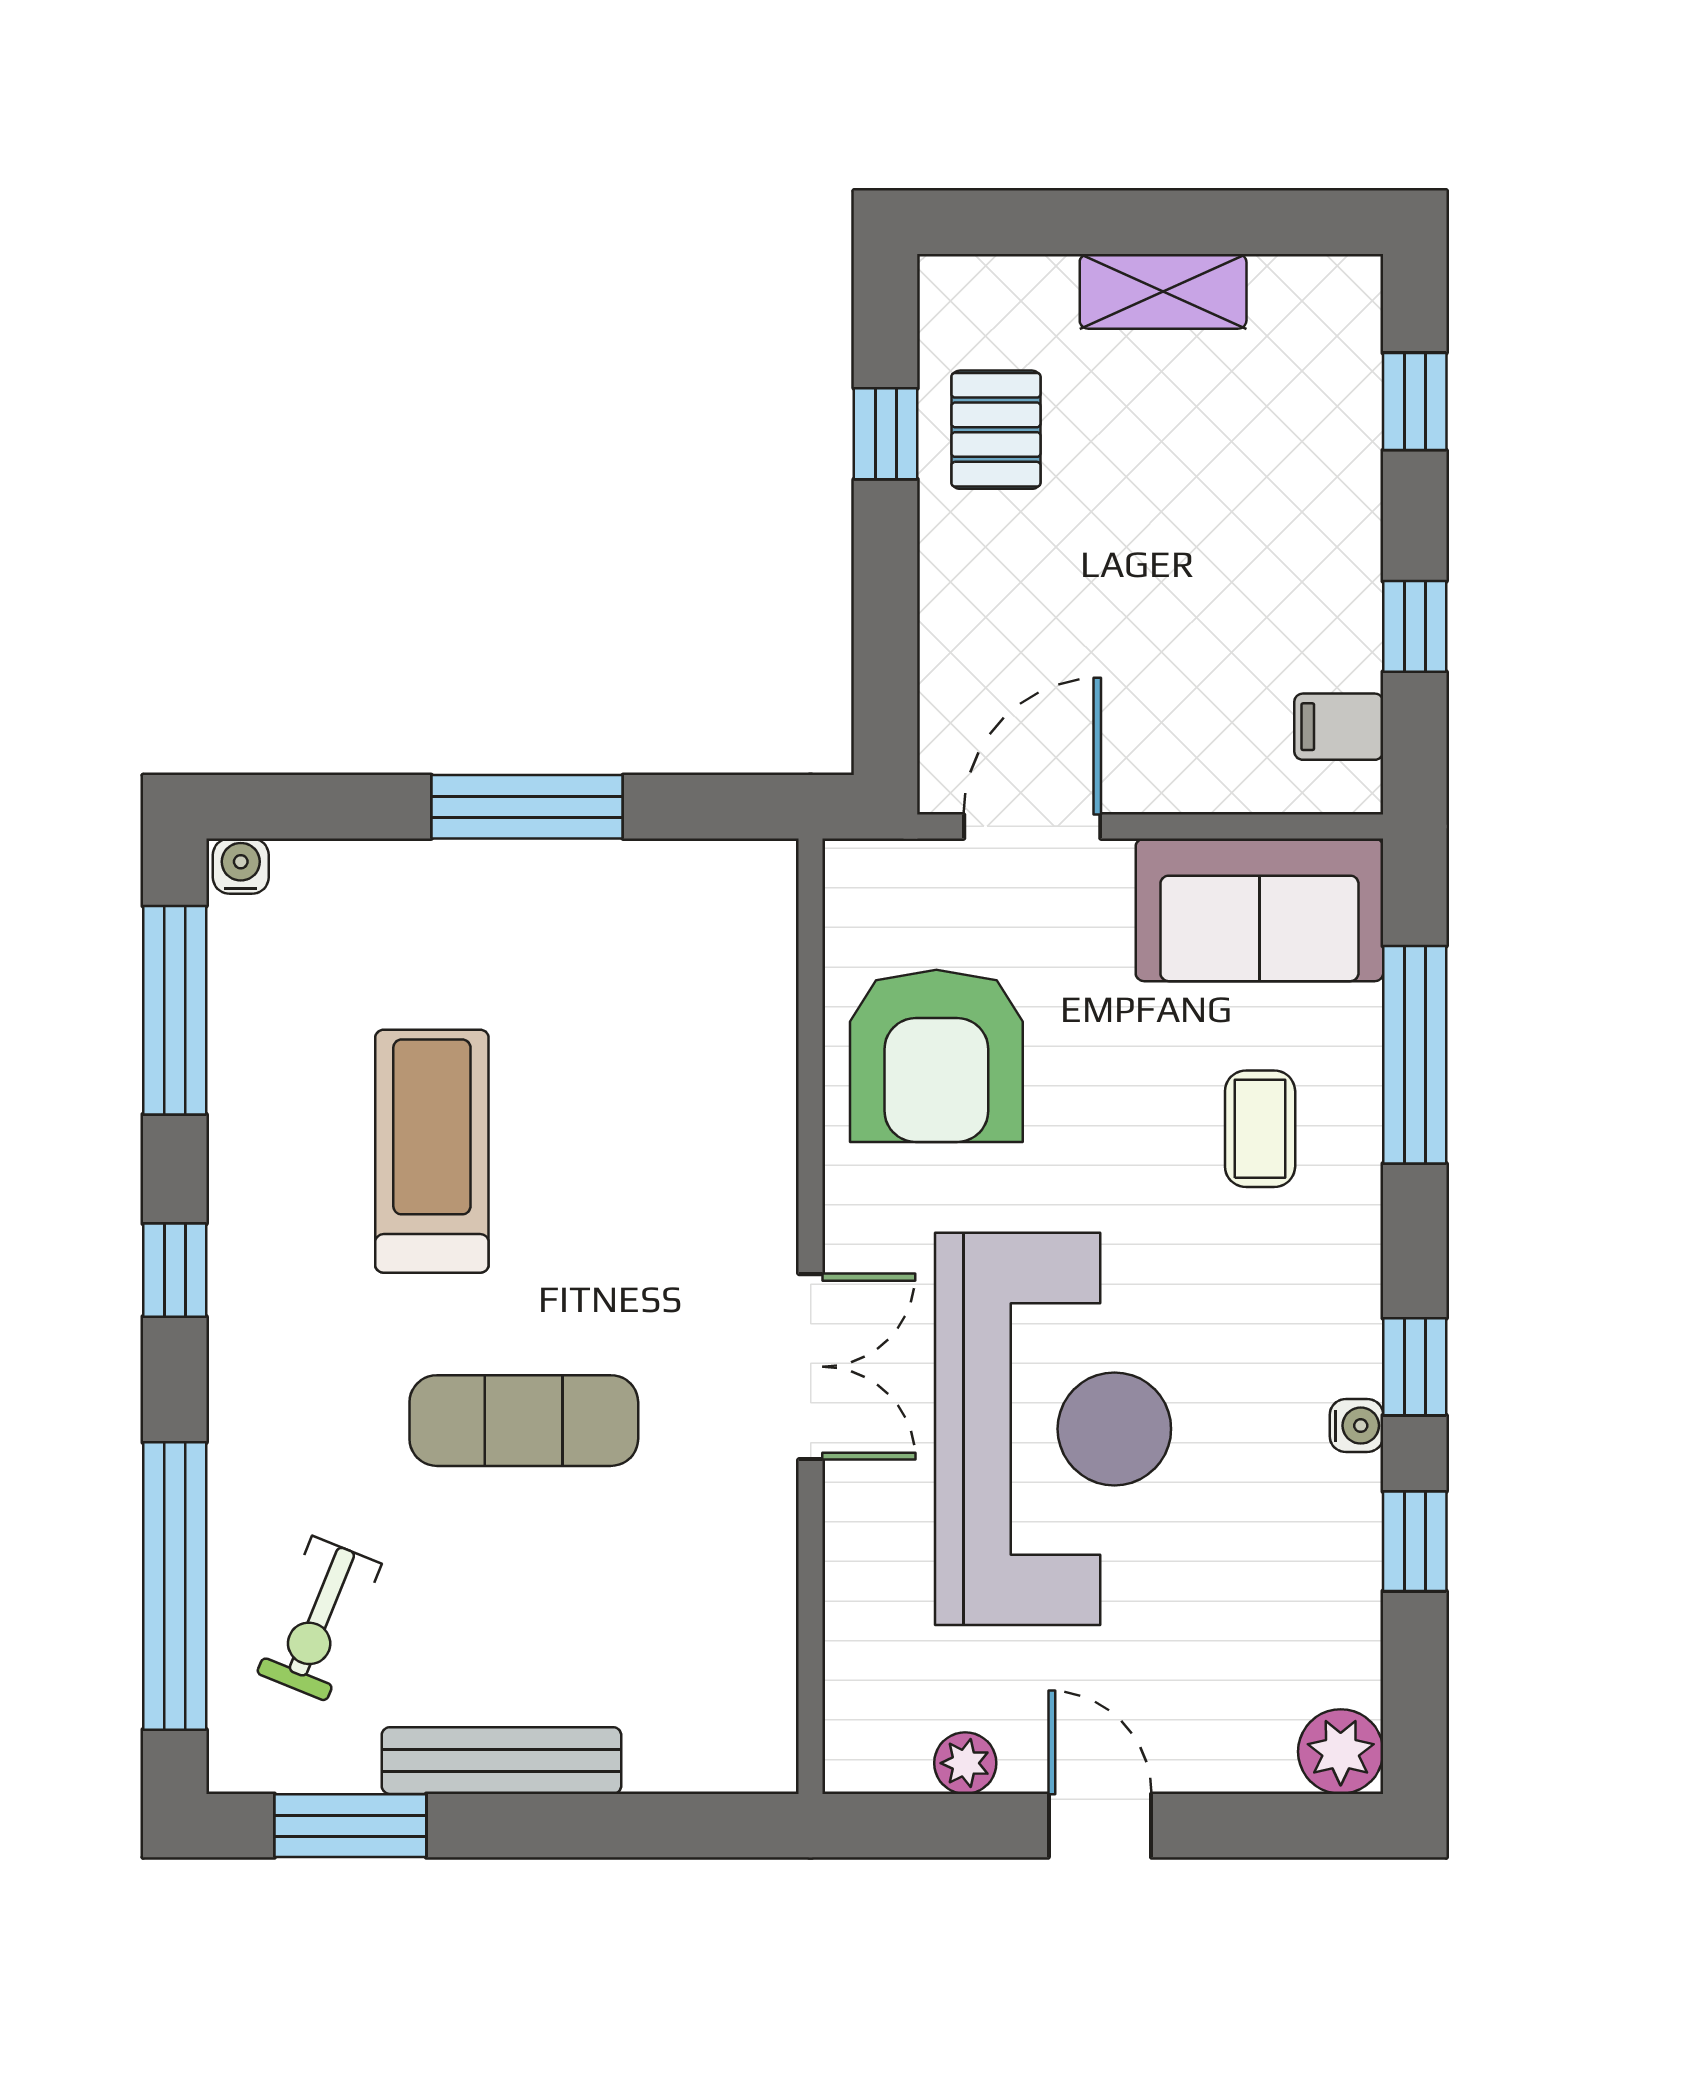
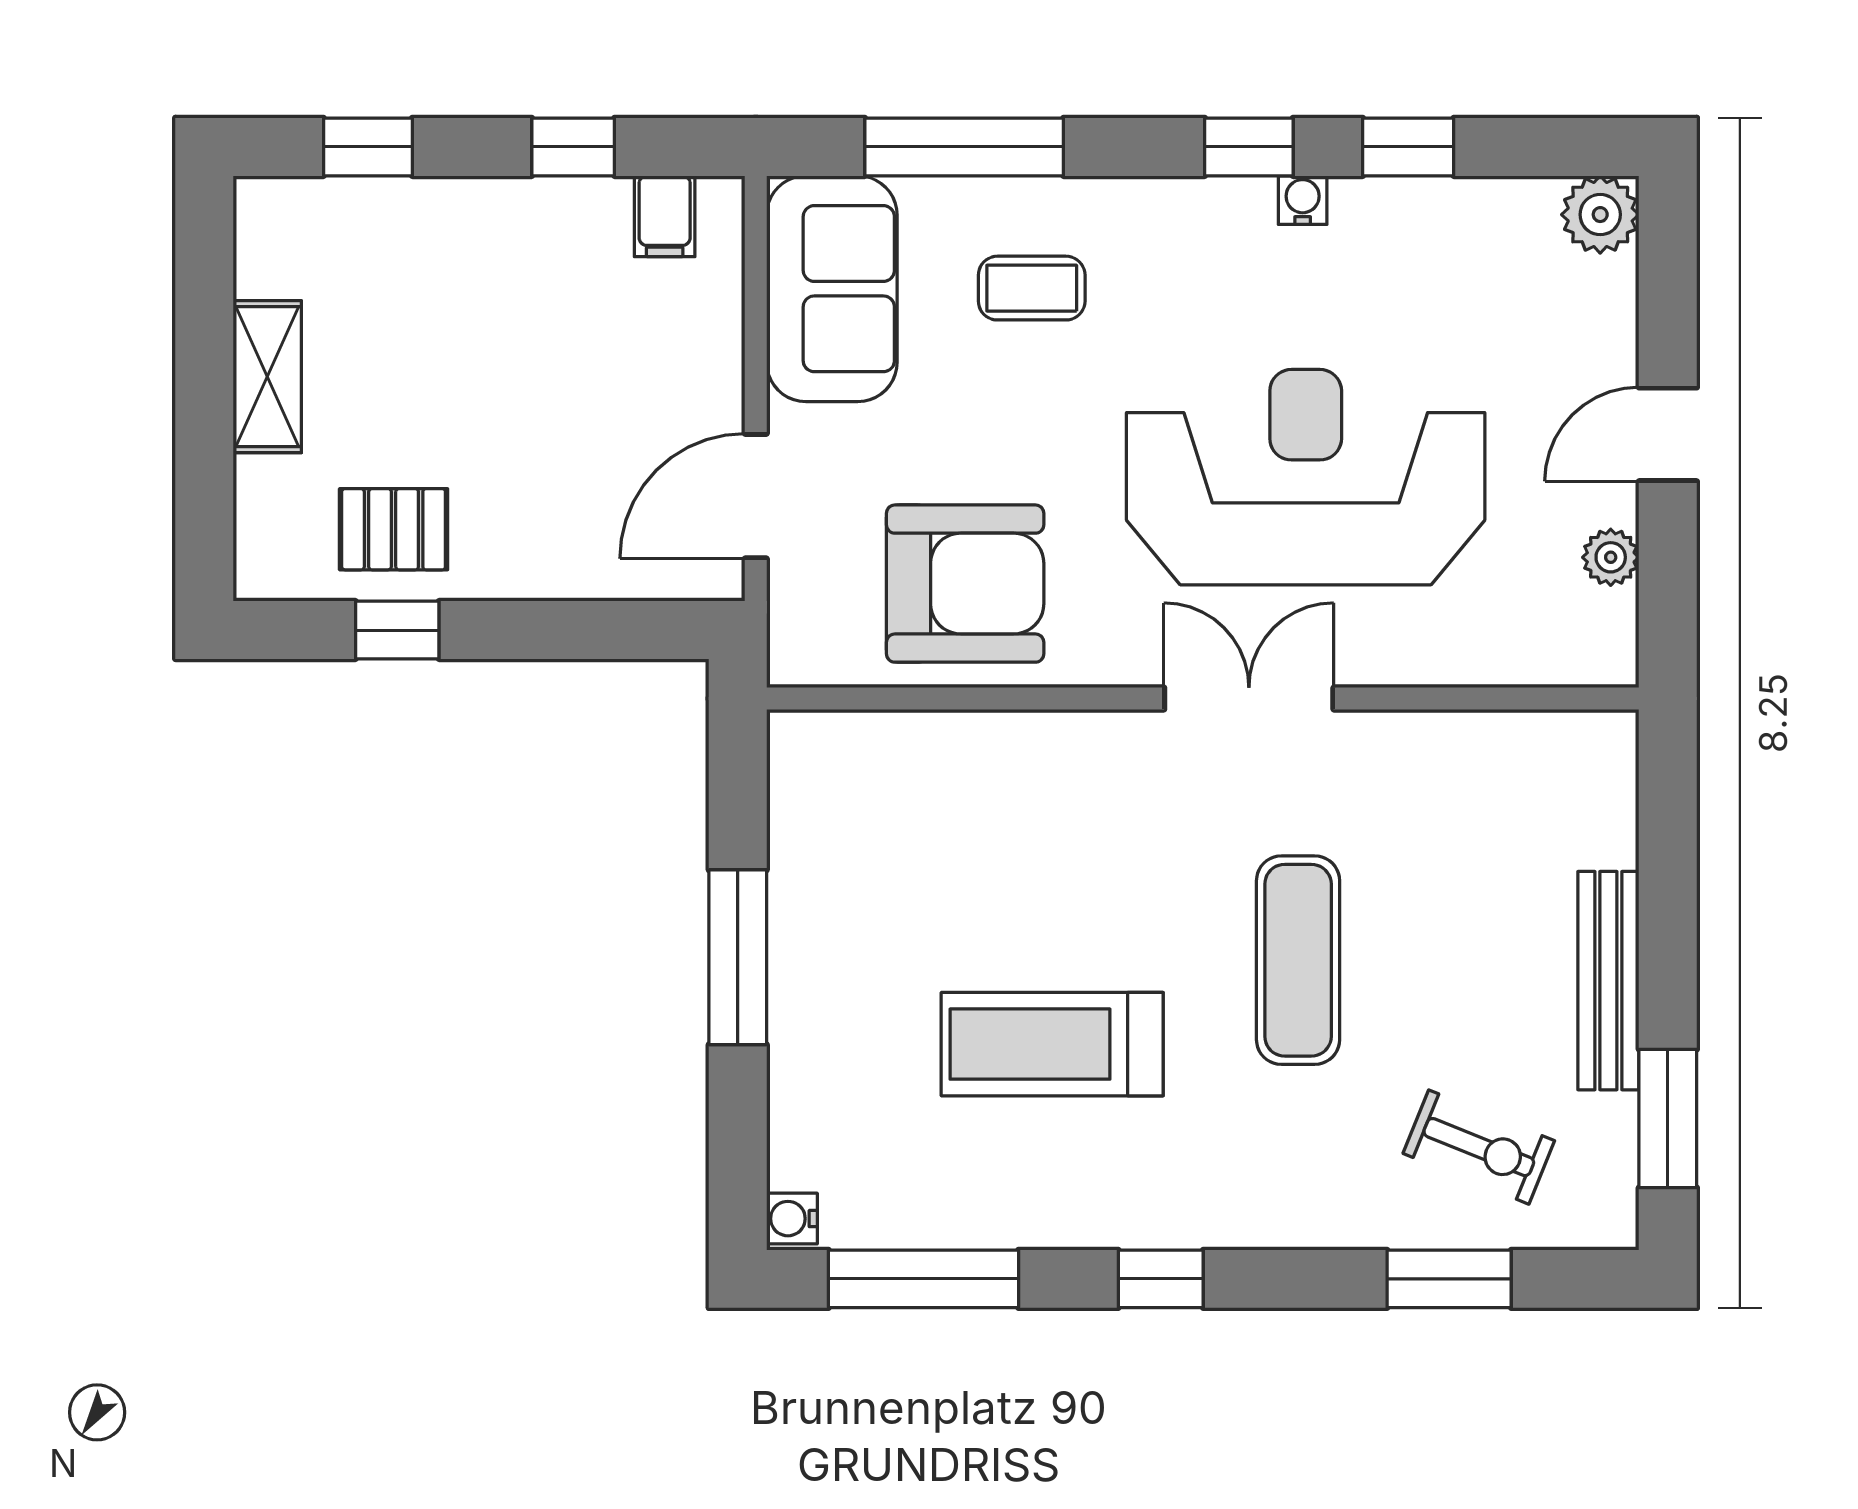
door: (1032, 826) -> (756, 496), hinge flipped
window: (175, 1586) -> (1449, 1279), width x0.47

